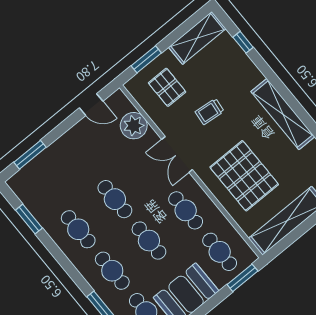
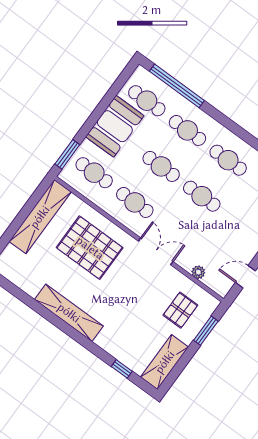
pallet: (167, 87) -> (180, 310), turned 90
trolley: (210, 112) -> (136, 298), removed
plant: (134, 126) -> (198, 272), width x0.53, depth x0.53

